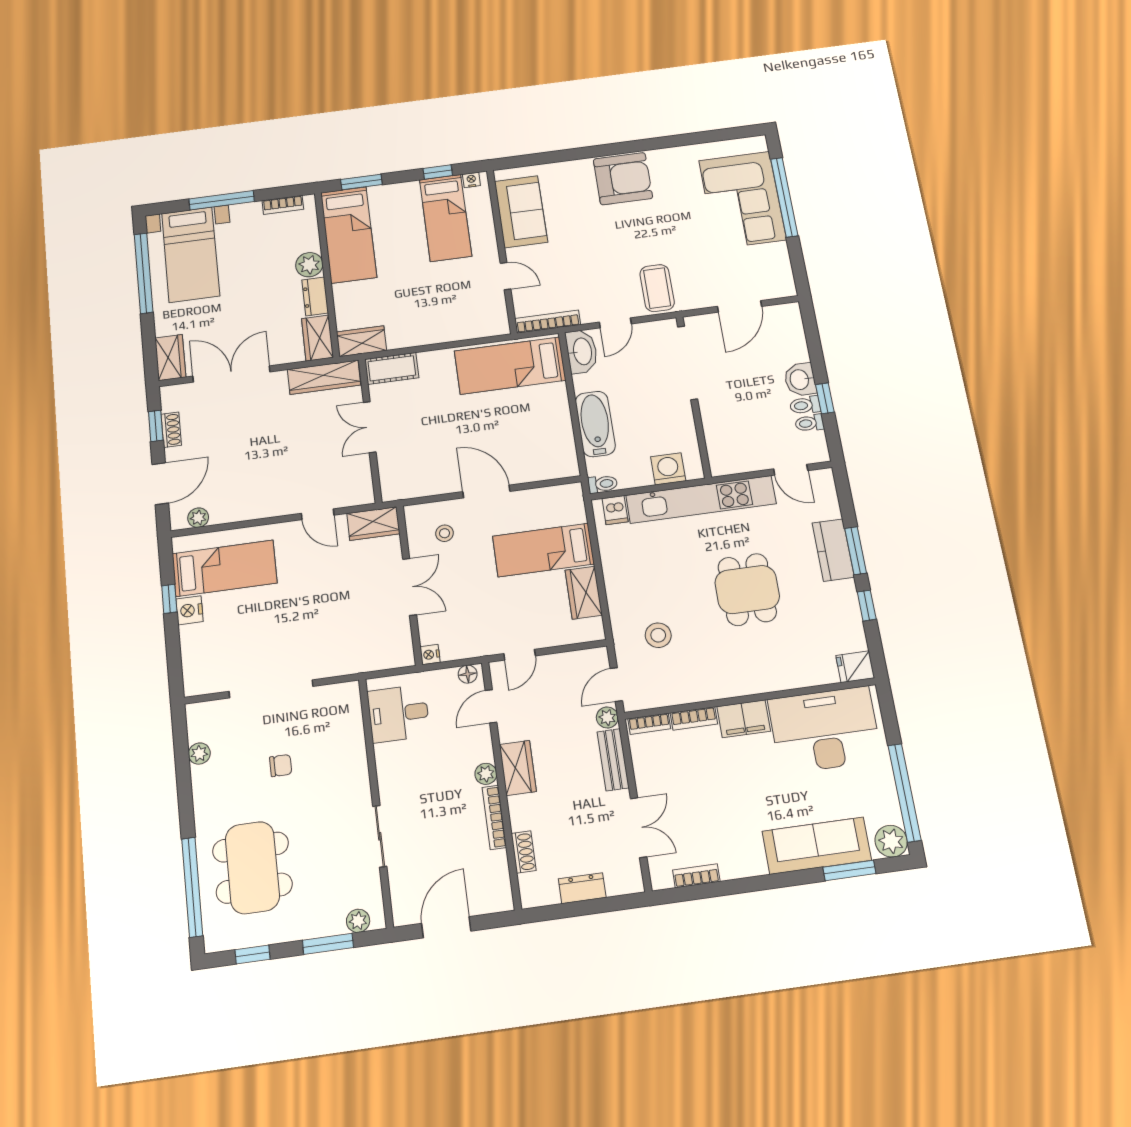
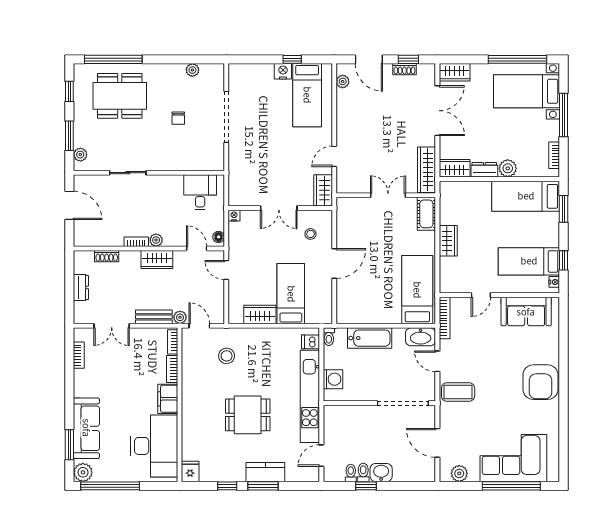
plant: (780, 270) -> (459, 473), added
wardrobe: (361, 341) -> (448, 241), moved
bookcase: (494, 817) -> (136, 242), width x0.64

